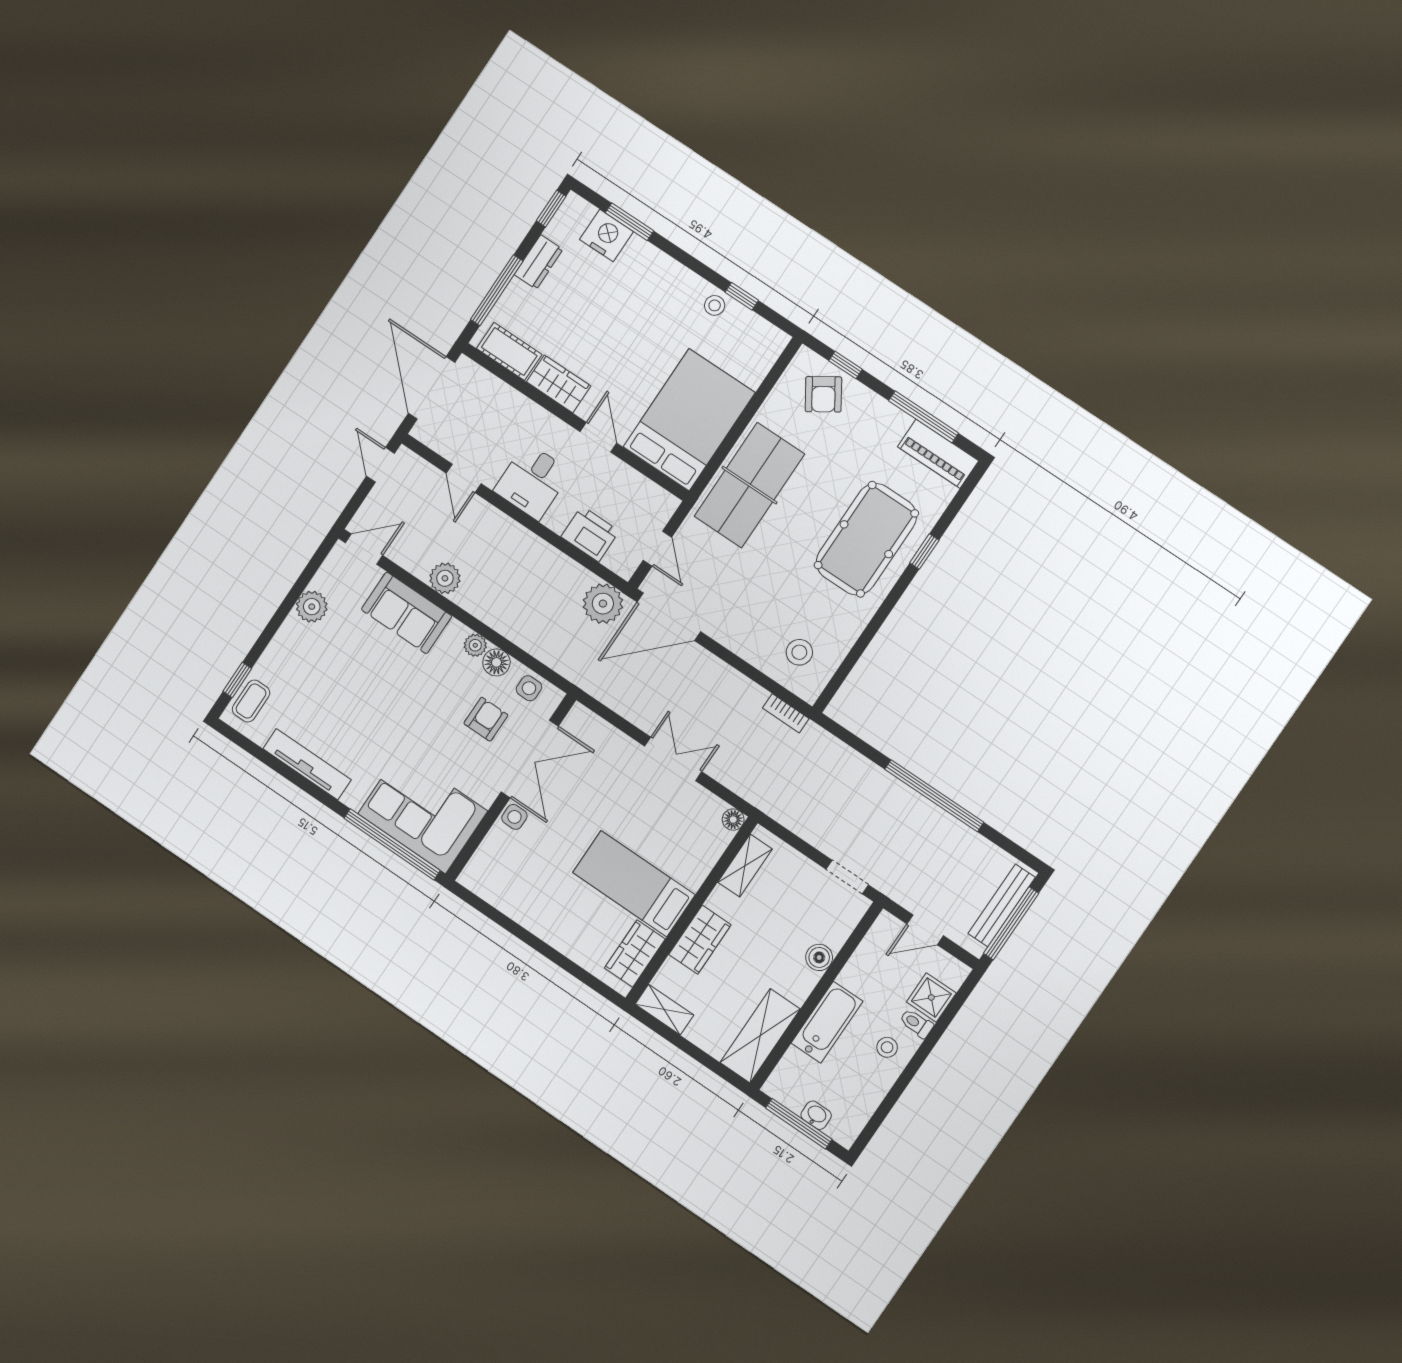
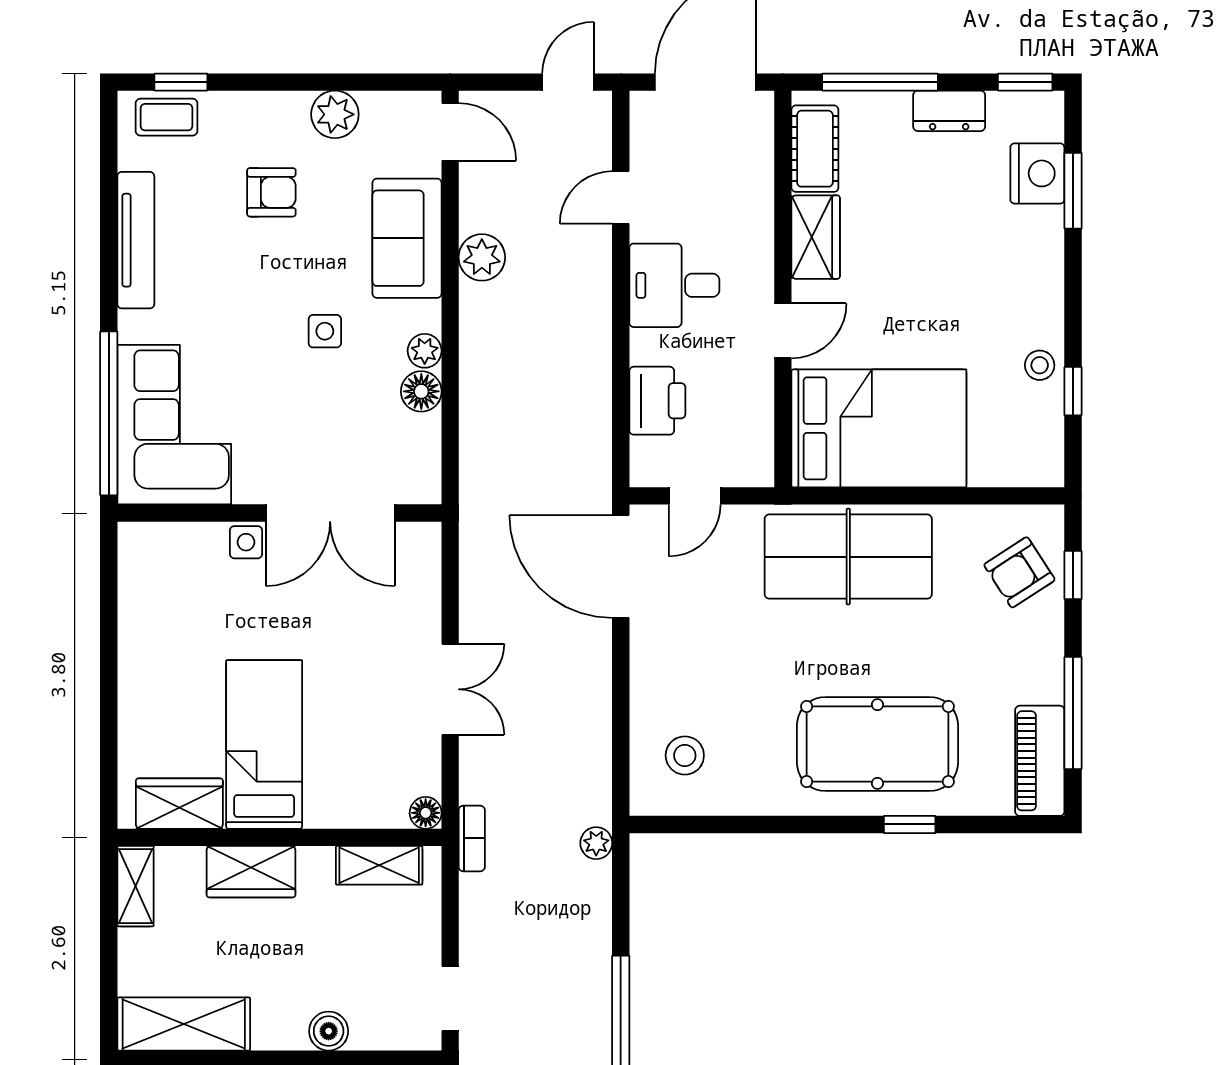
plant: (603, 604) -> (596, 843), moved, width x0.53, depth x0.53
side table: (529, 688) -> (325, 331), moved
bookcase: (786, 713) -> (472, 838), moved, turned 180
armchair: (486, 719) -> (271, 192), moved

